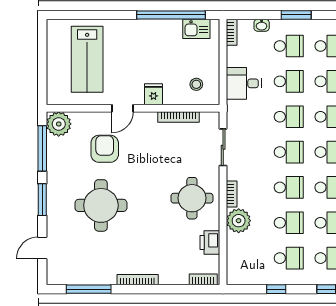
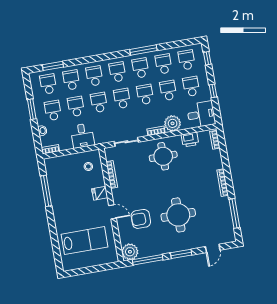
window: (171, 15) -> (46, 191), width x0.68
kitchen sink: (196, 29) -> (52, 173), removed
door: (42, 248) -> (213, 248), hinge flipped
desk: (245, 265) -> (201, 114), added

